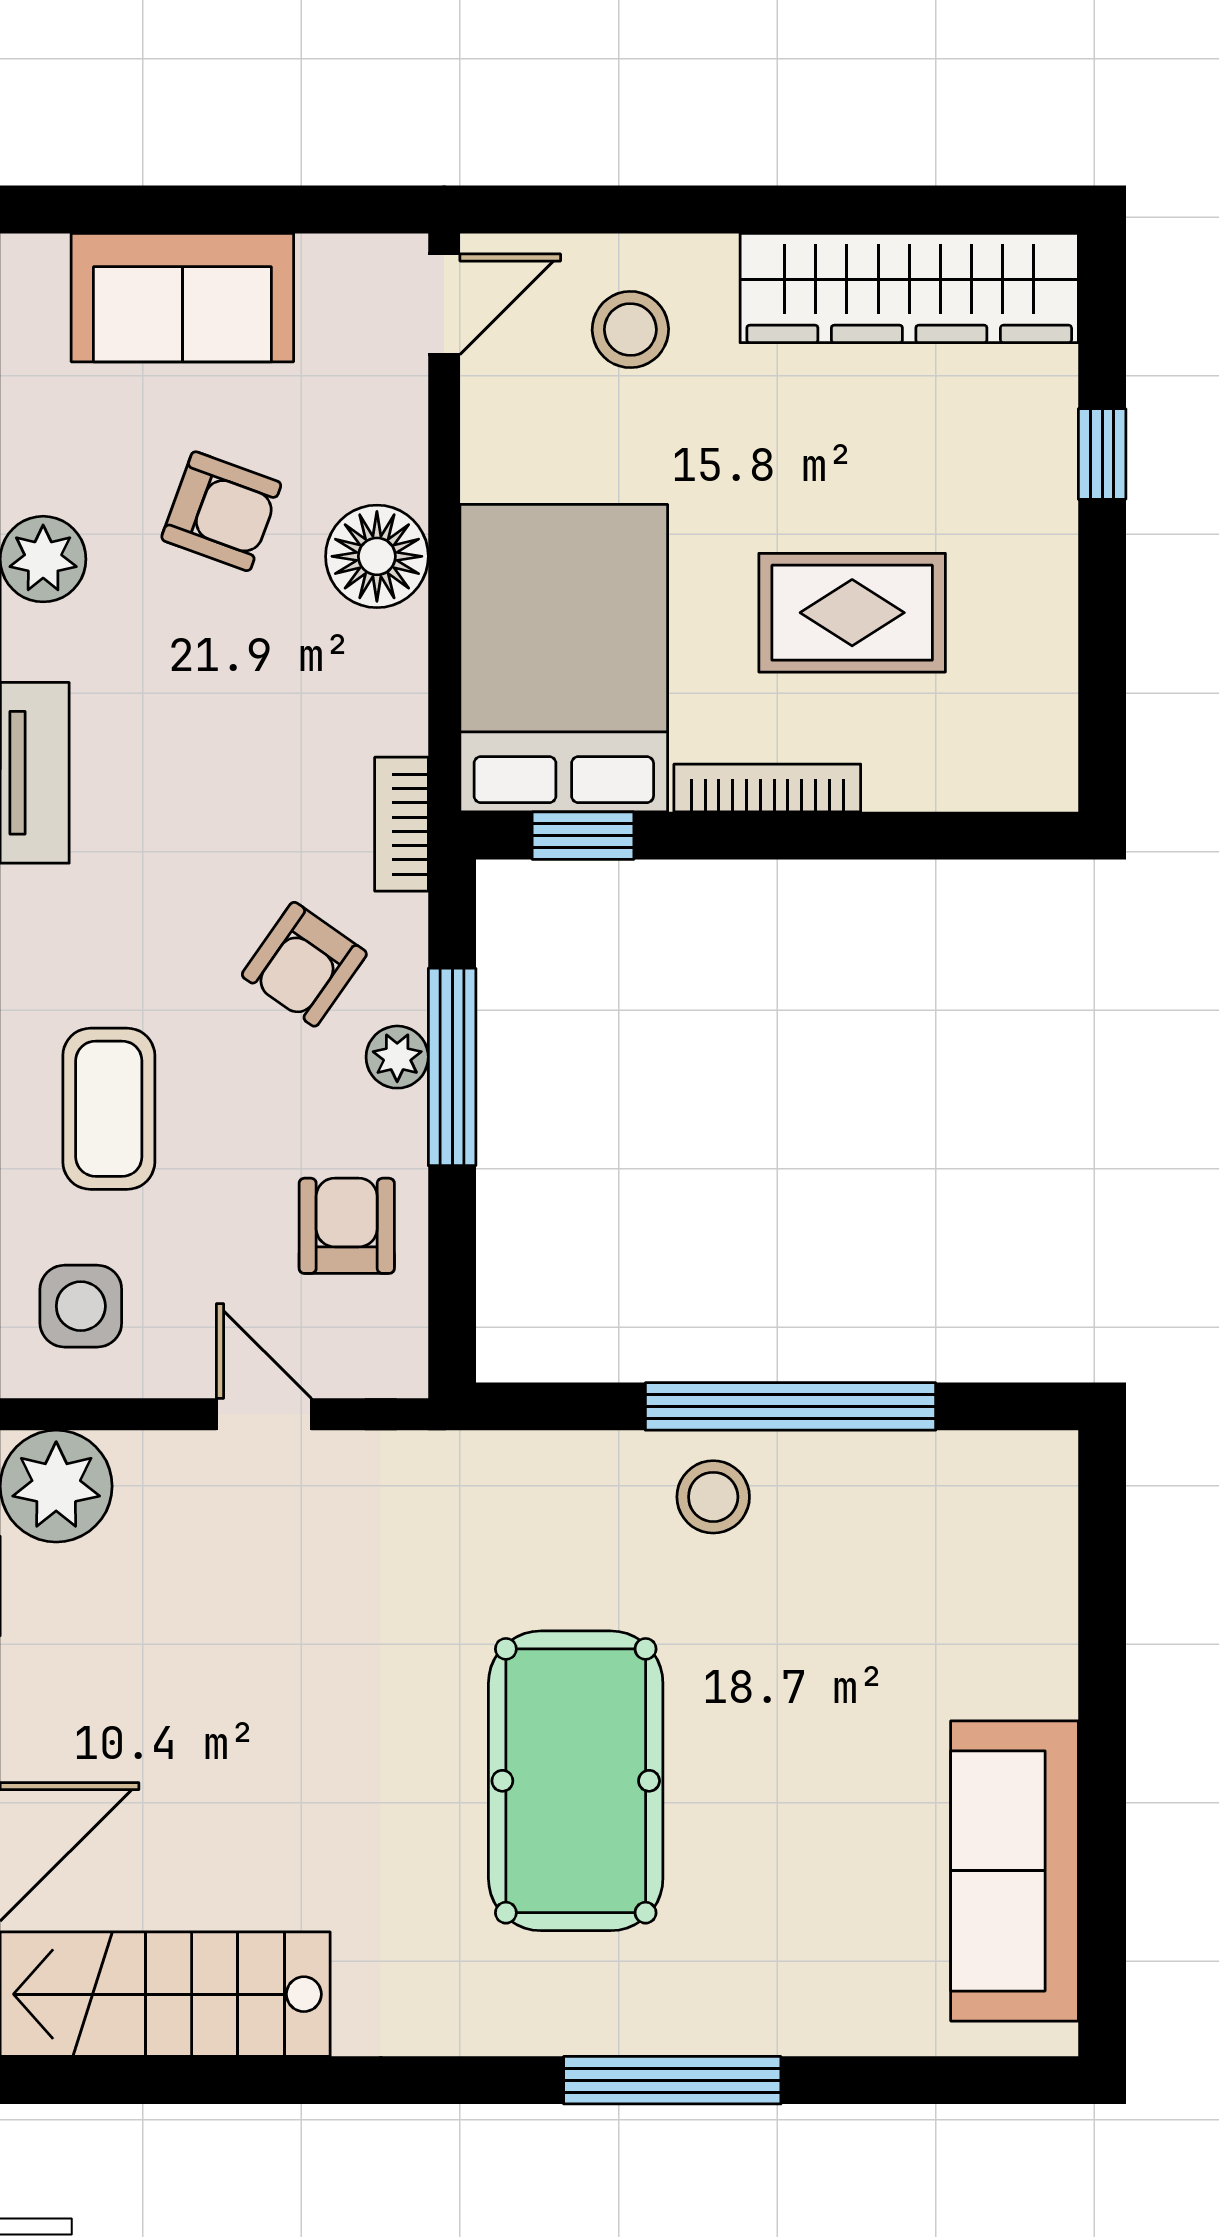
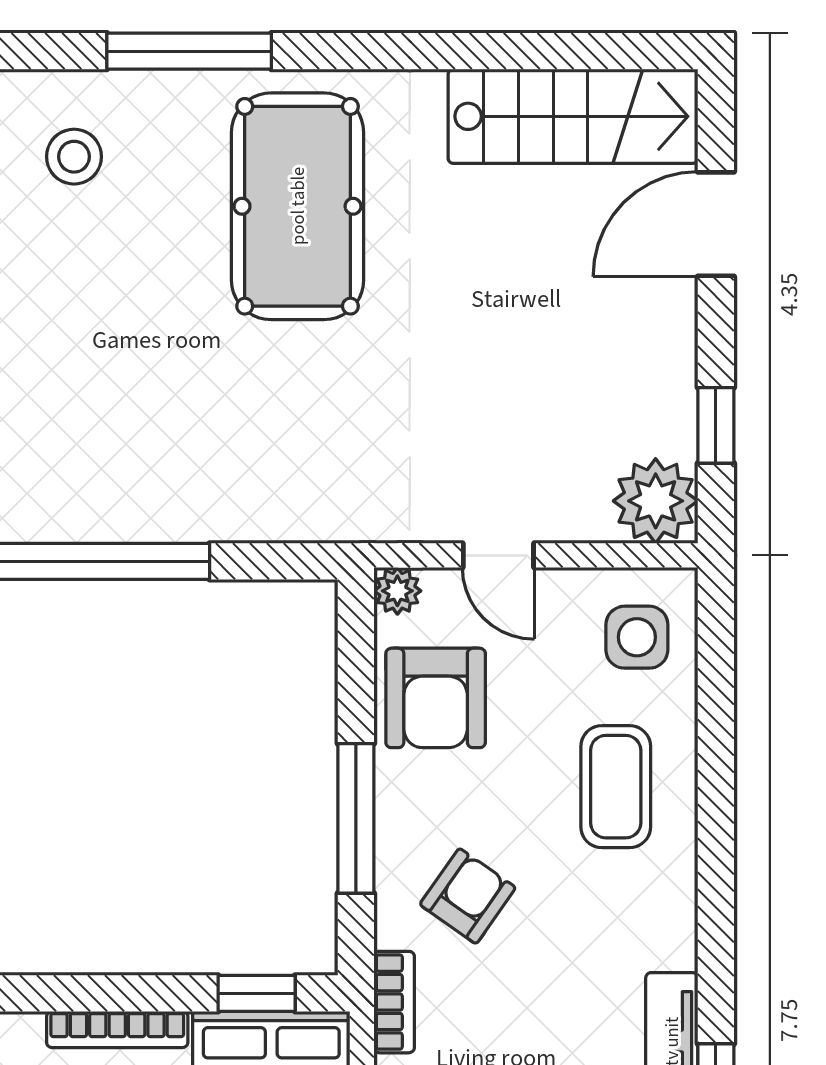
plant: (397, 1057) -> (397, 591), moved
armchair: (347, 1226) -> (436, 698), width x1.38, depth x1.38
stool: (713, 1497) -> (74, 157), moved
pool table: (576, 1781) -> (298, 206), moved

